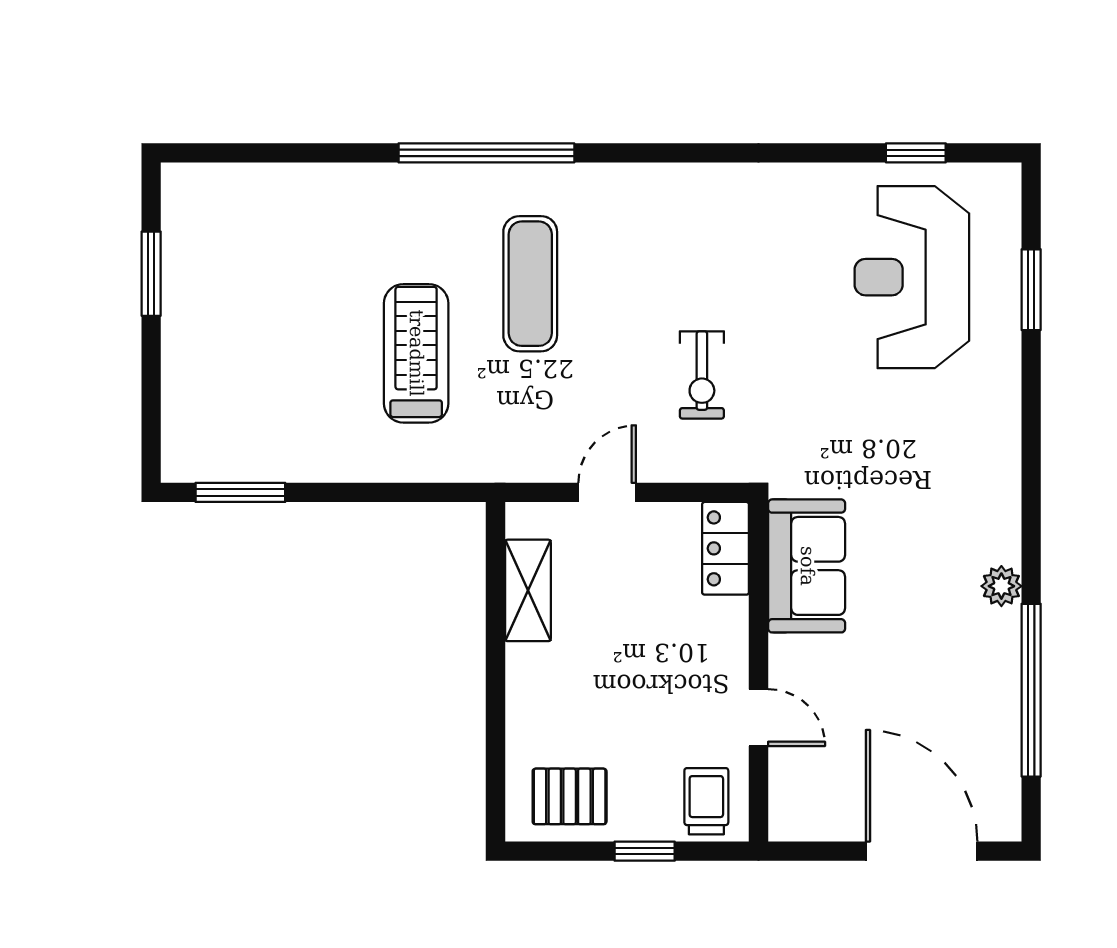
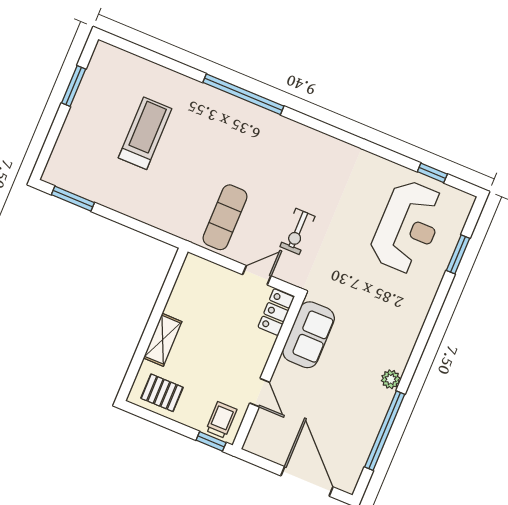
reception desk: (912, 277) -> (408, 227), turned 180
exercise mat: (530, 284) -> (225, 217), moved
treadmill: (416, 353) -> (145, 133), moved
door: (607, 492) -> (257, 275), moved
shelving: (528, 590) -> (163, 340), moved
window: (645, 851) -> (211, 441), moved

